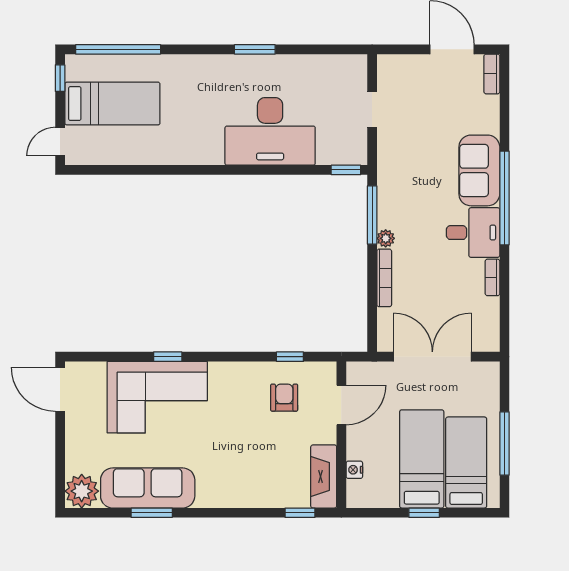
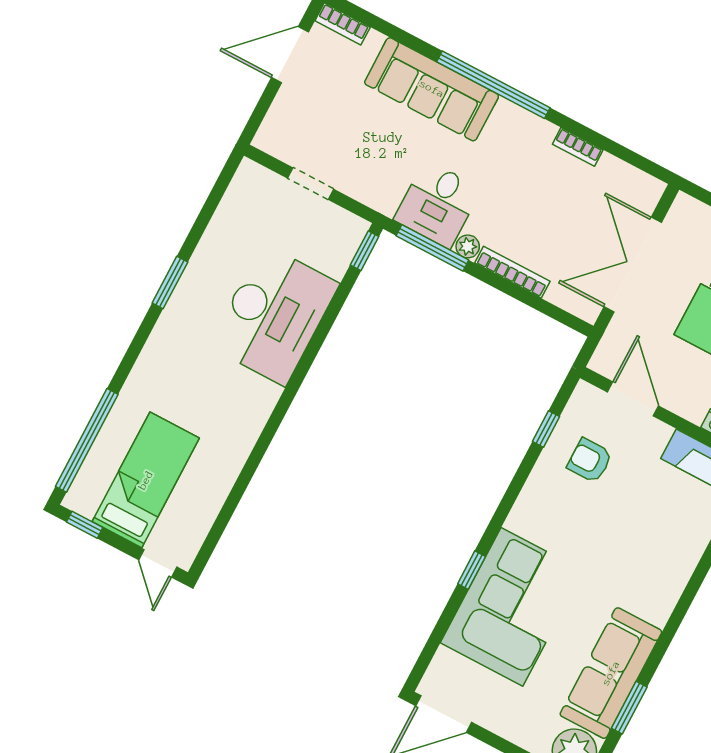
sofa: (479, 170) -> (432, 89), width x1.36
desk: (473, 233) -> (438, 204), moved, turned 180
window: (152, 513) -> (629, 708), moved

